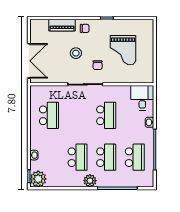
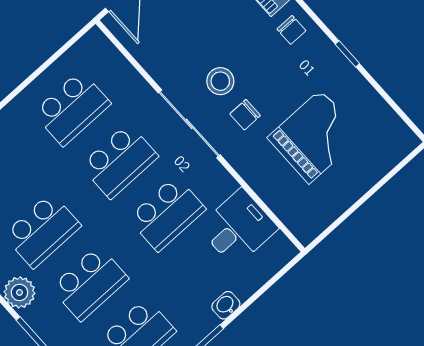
grand piano: (123, 50) -> (315, 137), turned 180
stool: (76, 53) -> (220, 81), moved
desk: (142, 98) -> (238, 228), moved
school desk: (78, 115) -> (119, 161), added

